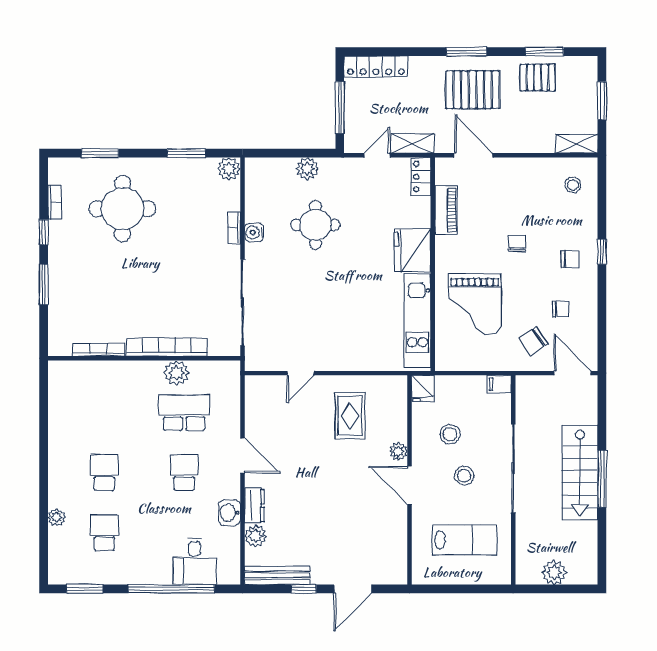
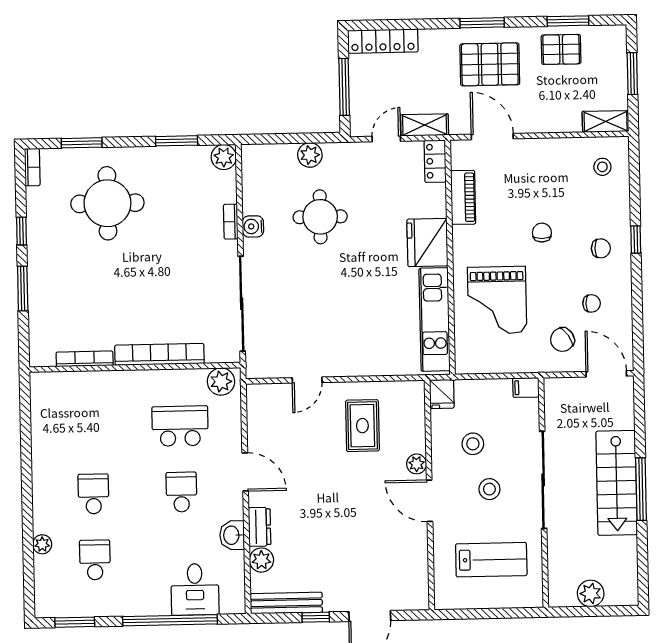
bookcase: (55, 202) -> (32, 167), moved
plant: (176, 373) -> (221, 382), moved

